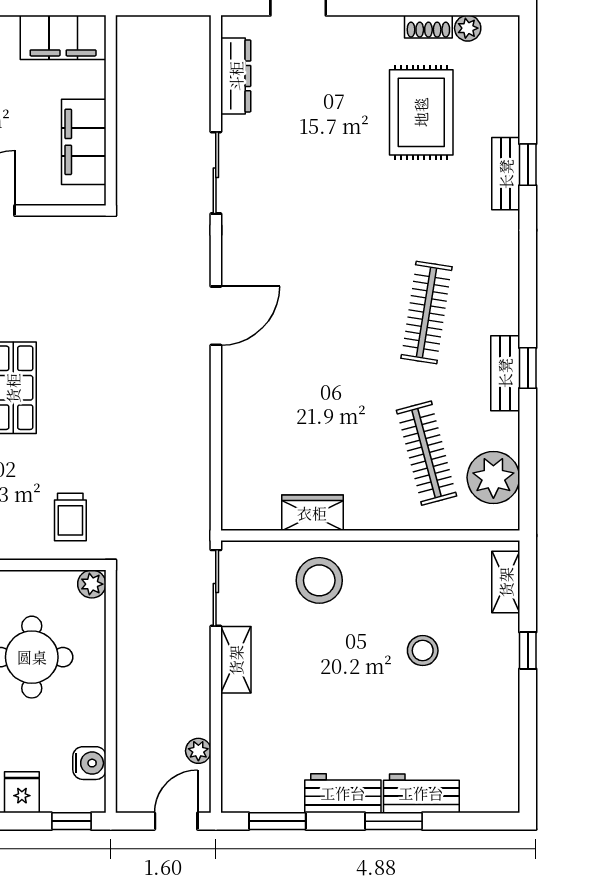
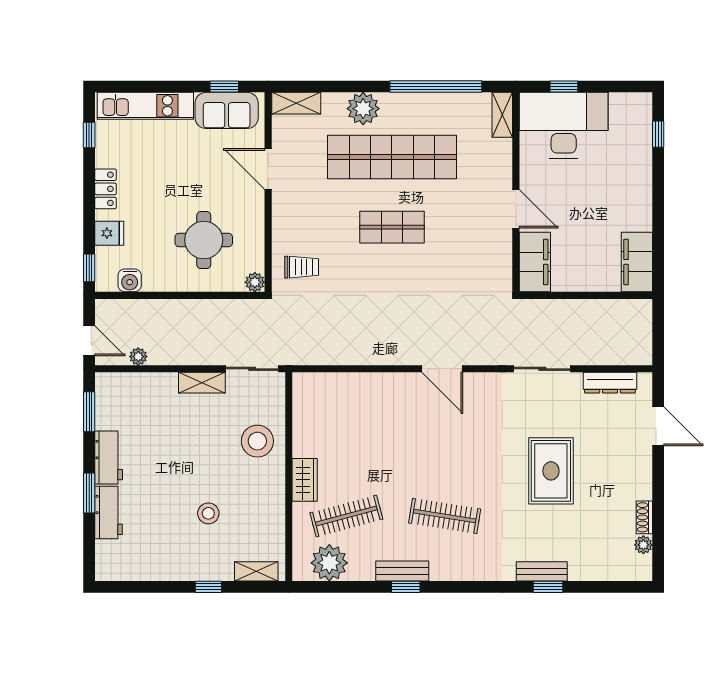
rug: (421, 112) -> (551, 471), moved, turned 90
filing cabinet: (84, 142) -> (535, 262), moved, turned 90
wardrobe: (312, 513) -> (305, 480), moved
trolley: (70, 517) -> (302, 267), turned 180

